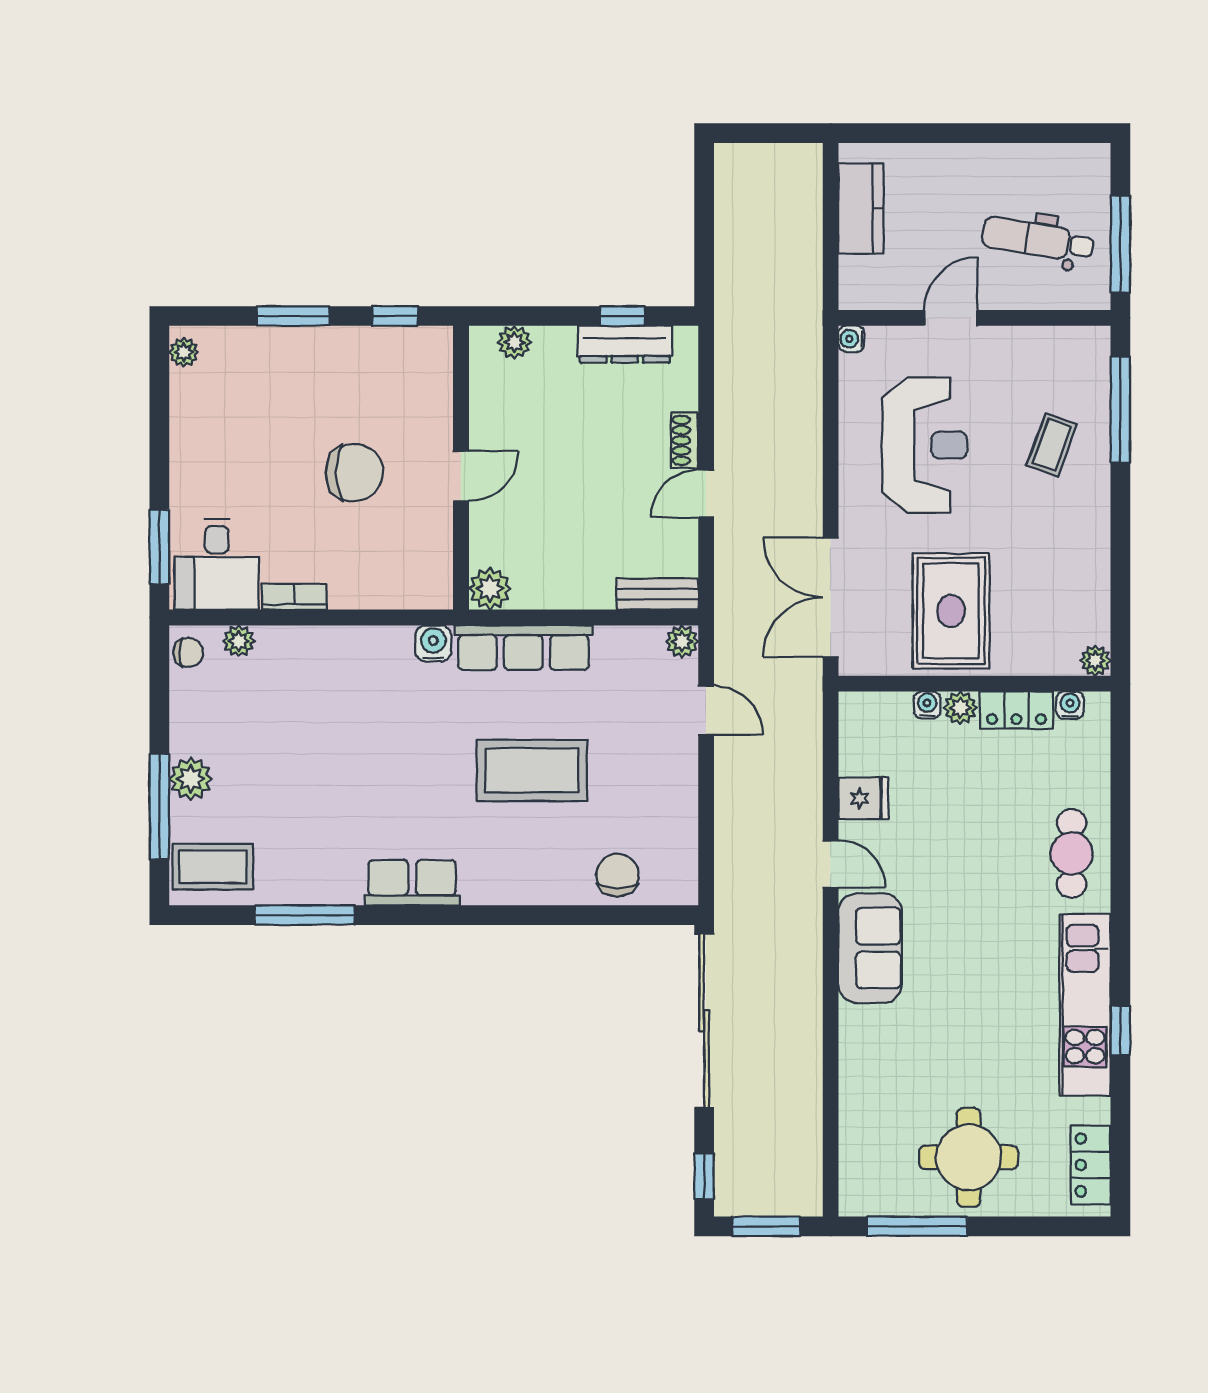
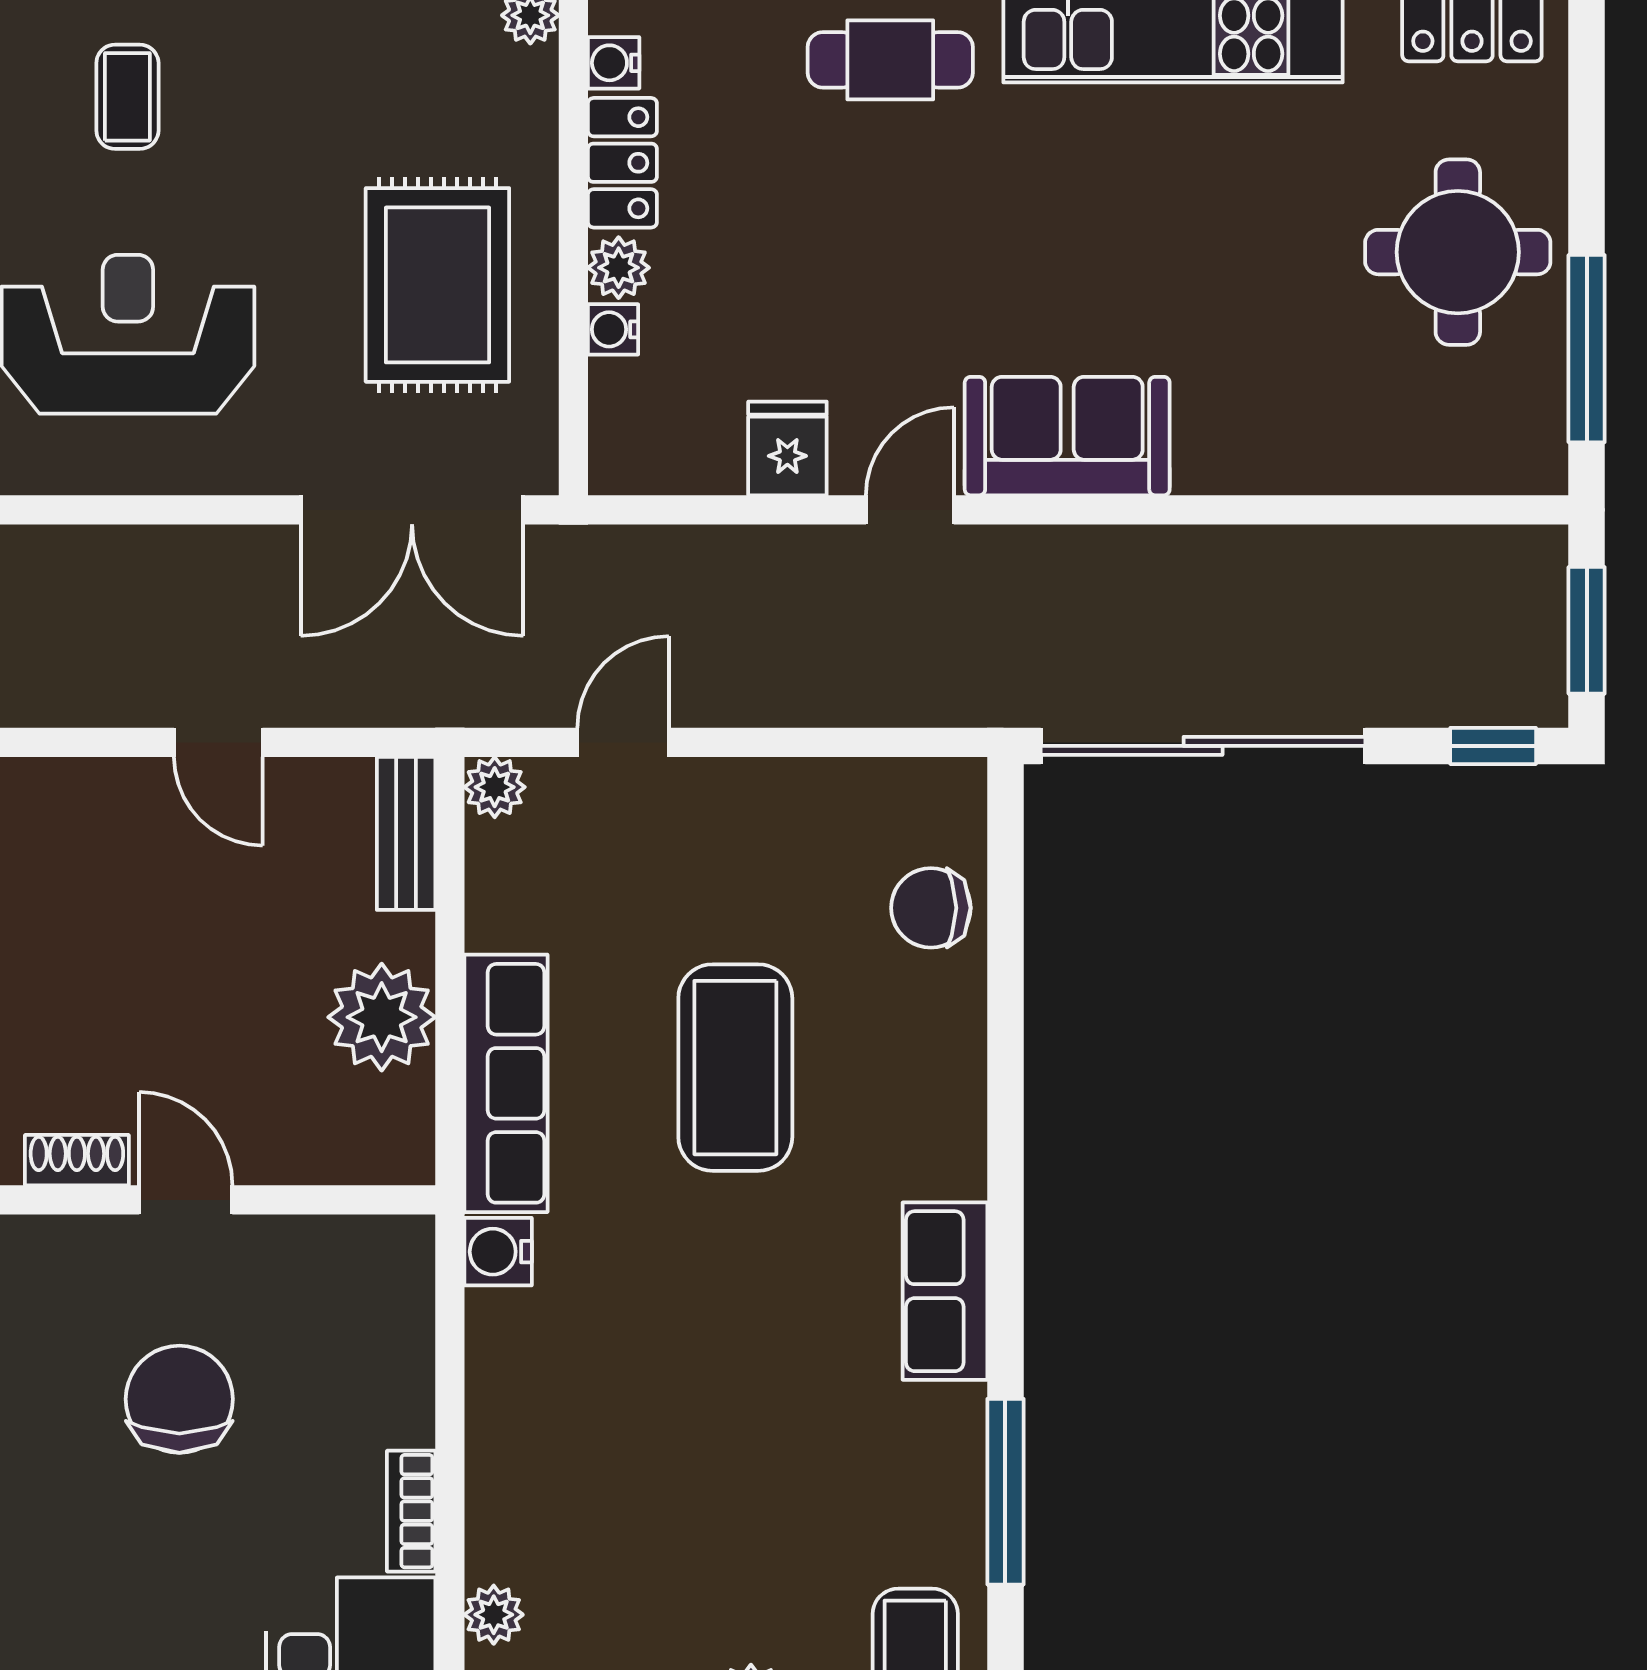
shoe rack: (685, 440) -> (77, 1160), moved, turned 180
coffee table: (1052, 445) -> (127, 97), turned 70
plant: (490, 589) -> (382, 1017), moved, width x1.36, depth x1.36
rug: (951, 611) -> (437, 285), turned 90

